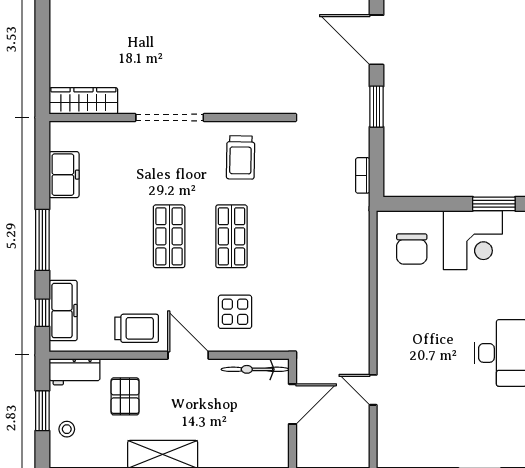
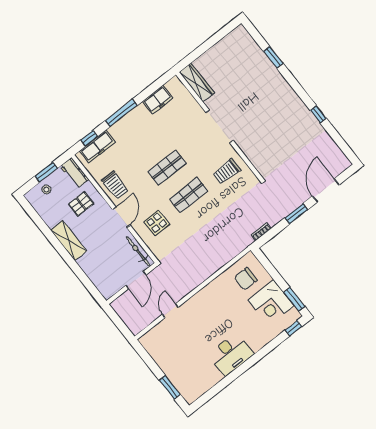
door: (292, 404) -> (136, 280), hinge flipped

